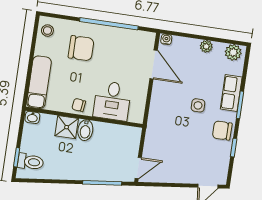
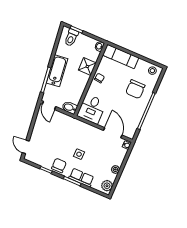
door: (154, 64) -> (113, 133), swing flipped
desk: (112, 101) -> (92, 109), moved, turned -90
bidet: (85, 130) -> (70, 108), moved
bathtub: (85, 170) -> (57, 71), added

